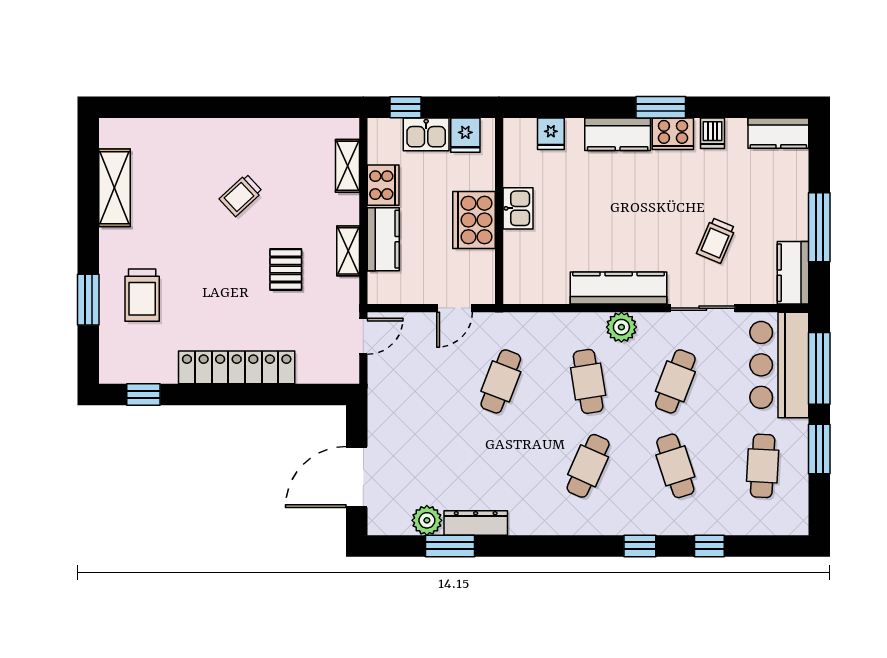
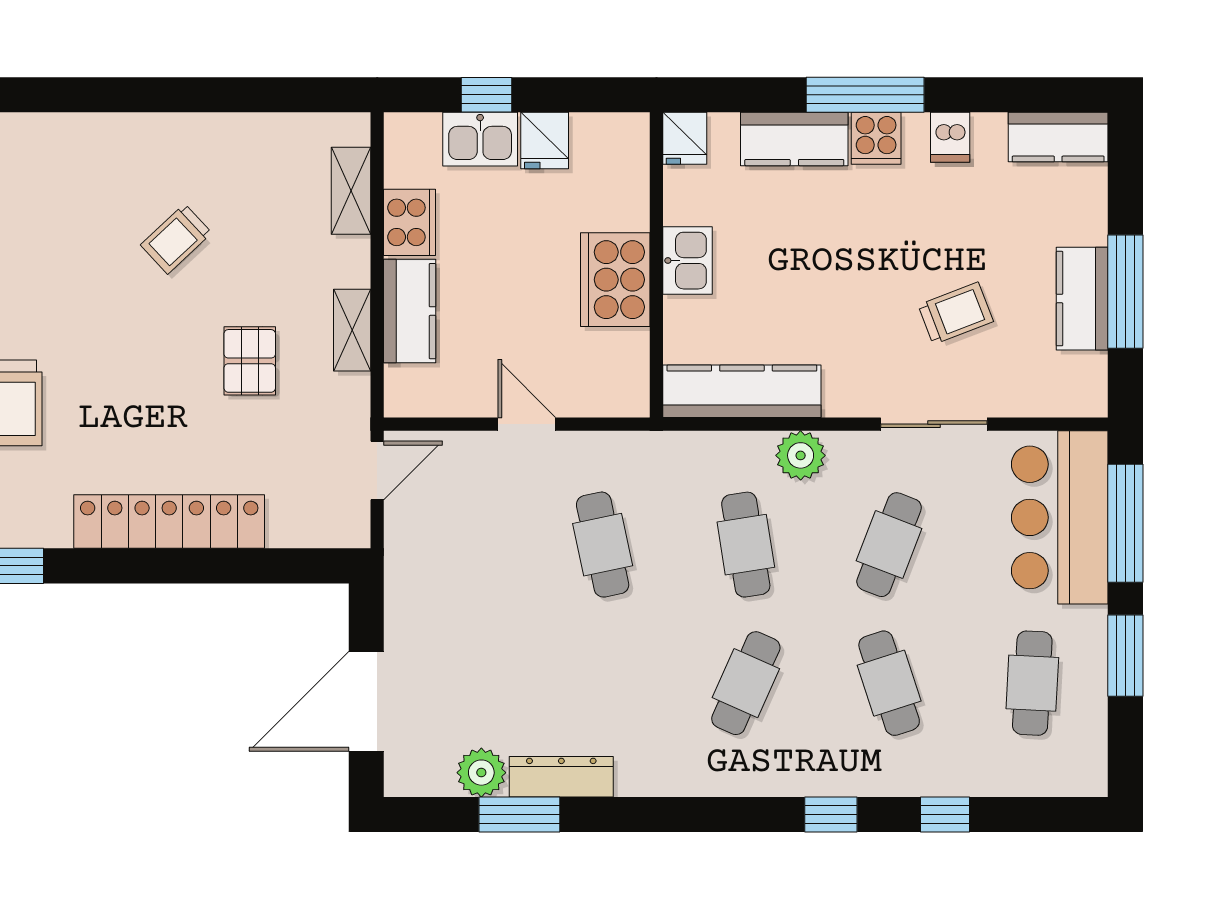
window: (405, 107) -> (486, 95), moved
window: (661, 107) -> (865, 95), width x1.44
cooker: (673, 134) -> (876, 138), width x0.73
kitchen sink: (518, 208) -> (688, 261), moved
wall: (499, 211) -> (656, 265), moved
cooker: (474, 220) -> (615, 280), moved
trolley: (716, 240) -> (956, 313), turned -134
kitchen counter: (793, 273) -> (1082, 299), moved
kitchen counter: (619, 288) -> (742, 391), moved
door: (455, 308) -> (527, 424), swing flipped
cafe table: (501, 381) -> (603, 545), turned -33

